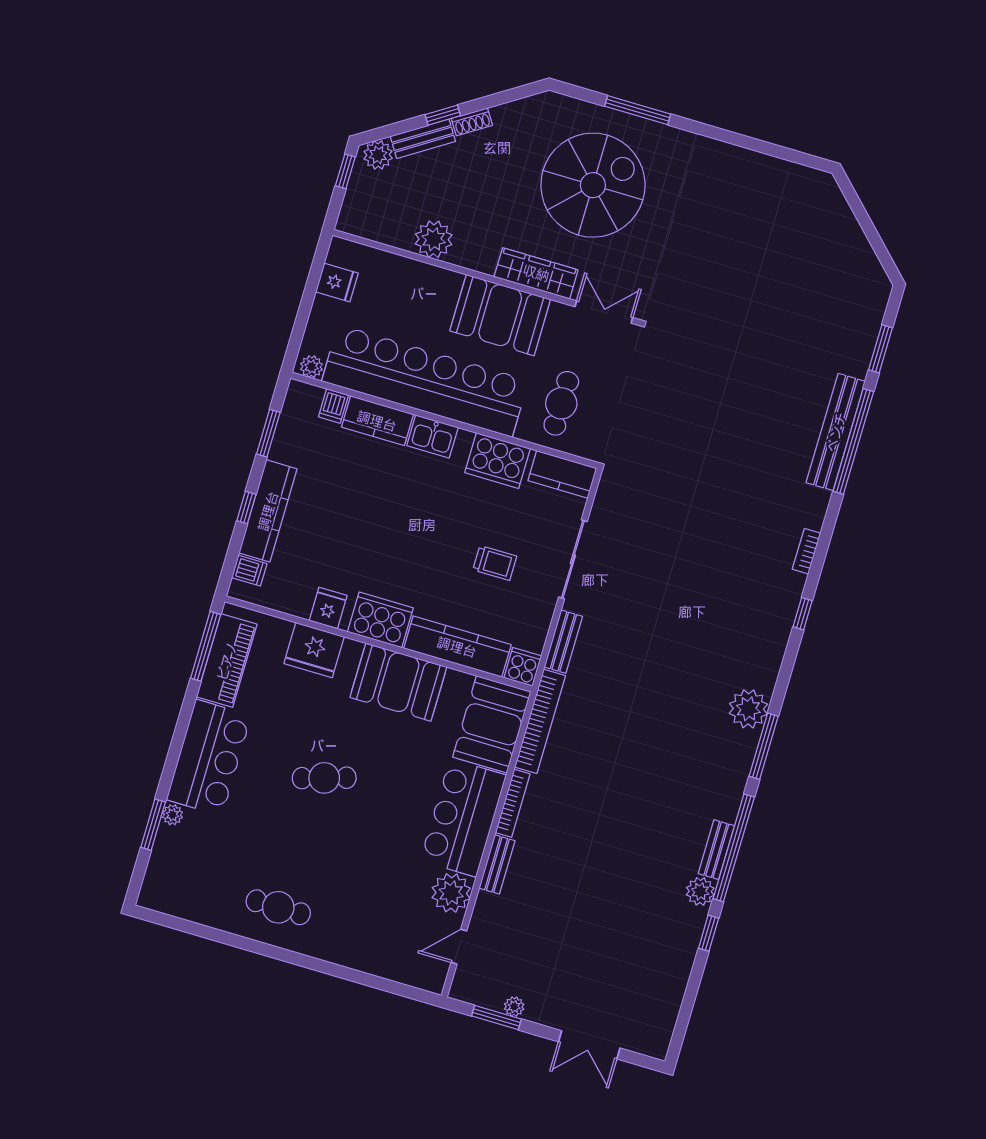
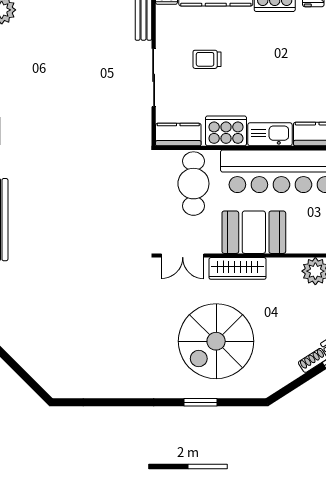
window: (638, 110) -> (200, 402), width x0.69
cafe table: (561, 403) -> (193, 184), width x1.37, depth x1.35
kitchen sink: (432, 437) -> (270, 134), width x1.38

